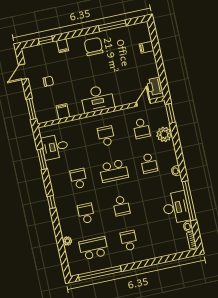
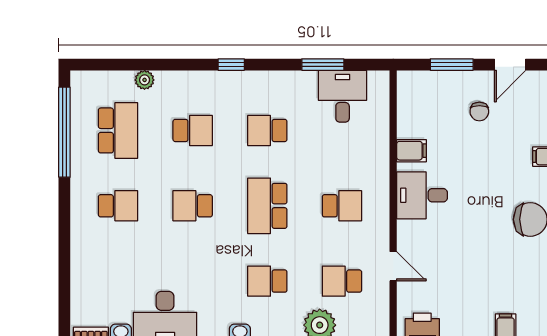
door: (23, 72) -> (510, 65), swing flipped
desk: (97, 99) -> (422, 195), width x0.73
door: (143, 103) -> (393, 266), moved
window: (31, 109) -> (452, 65), moved
filing cabinet: (63, 111) -> (412, 151), moved
school desk: (79, 178) -> (267, 130), turned 180

